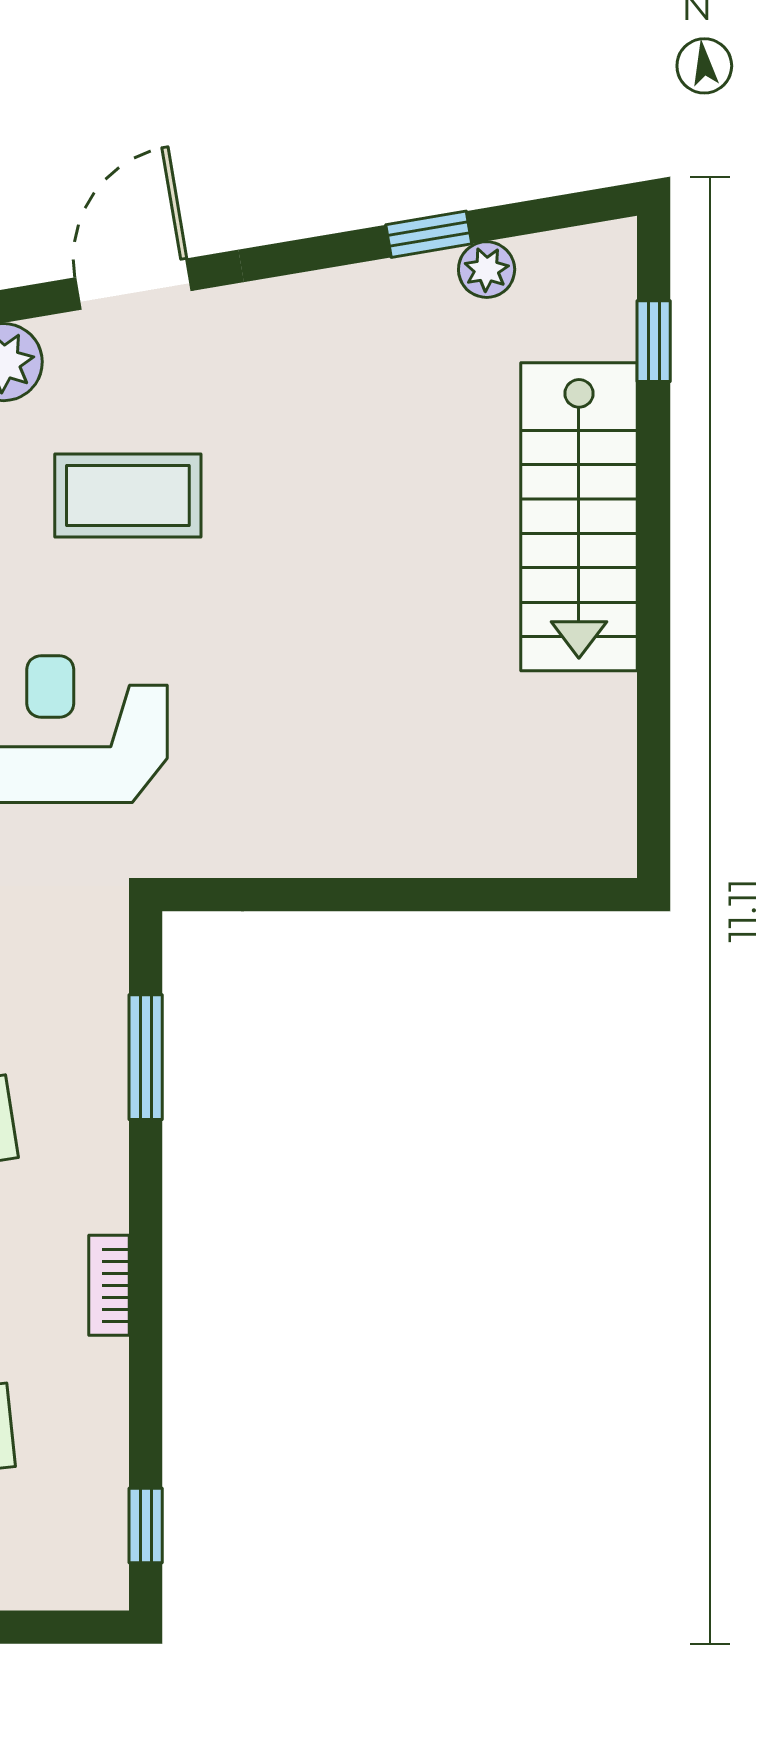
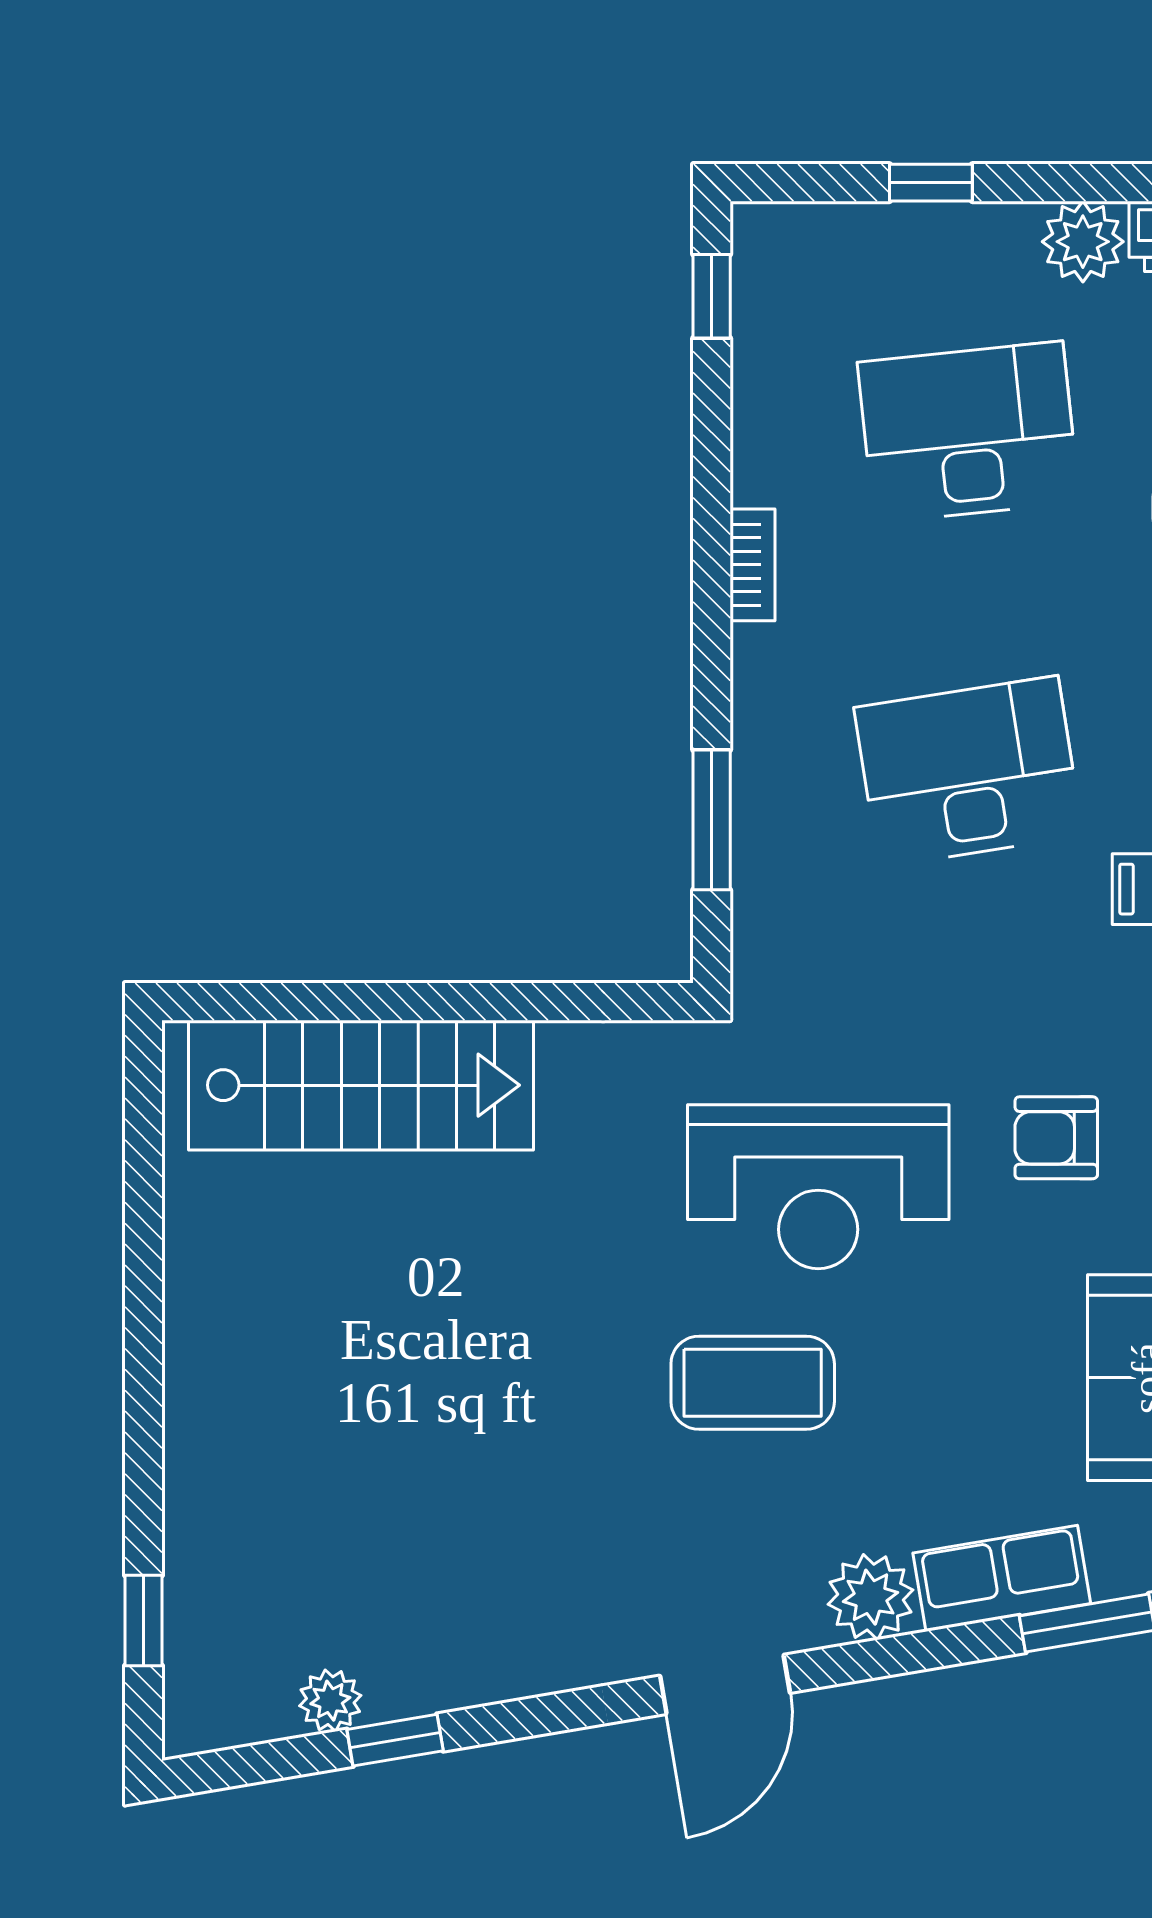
coffee table: (128, 496) -> (753, 1383), moved
stairs: (579, 517) -> (361, 1085), moved, turned 90

